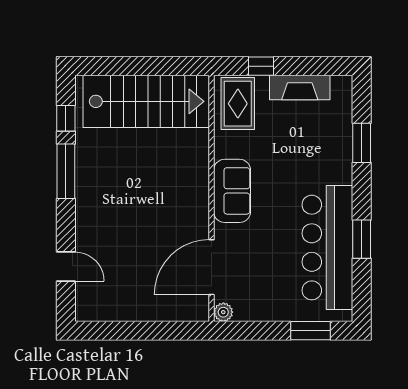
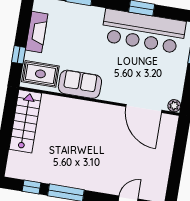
stairs: (146, 101) -> (25, 121), width x0.73, depth x0.66
sofa: (232, 191) -> (80, 84), moved

